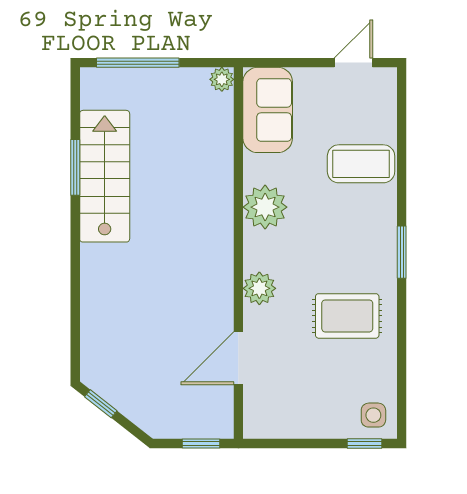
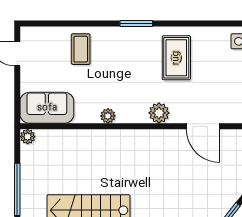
coffee table: (361, 164) -> (81, 49), width x0.73, depth x0.77
plant: (265, 207) -> (108, 116), width x0.53, depth x0.53

